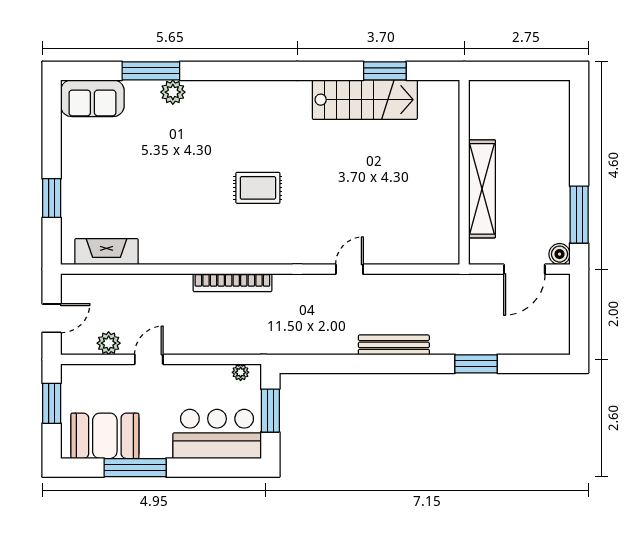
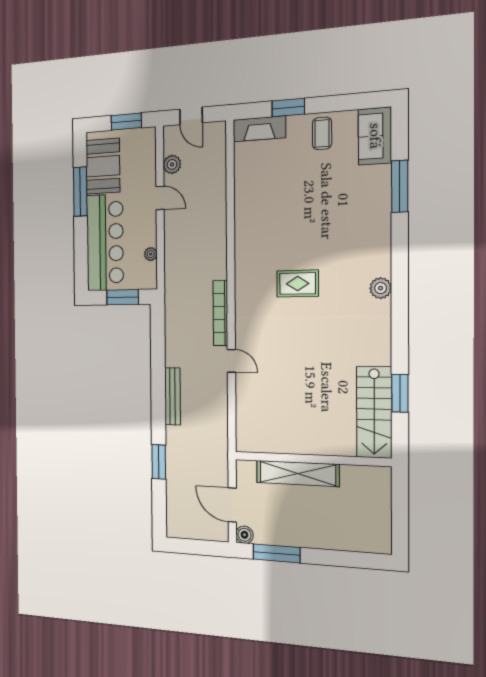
plant: (173, 92) -> (381, 288), moved
stairs: (365, 100) -> (374, 412), moved
coffee table: (85, 158) -> (322, 133), added
rug: (258, 188) -> (298, 284), turned 90
fireplace: (107, 252) -> (259, 129), moved, turned 90
bookcase: (232, 283) -> (220, 313), moved
plant: (241, 372) -> (151, 254), moved
bar counter: (217, 434) -> (105, 243), width x1.36

